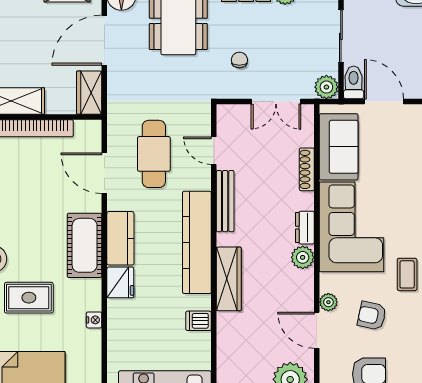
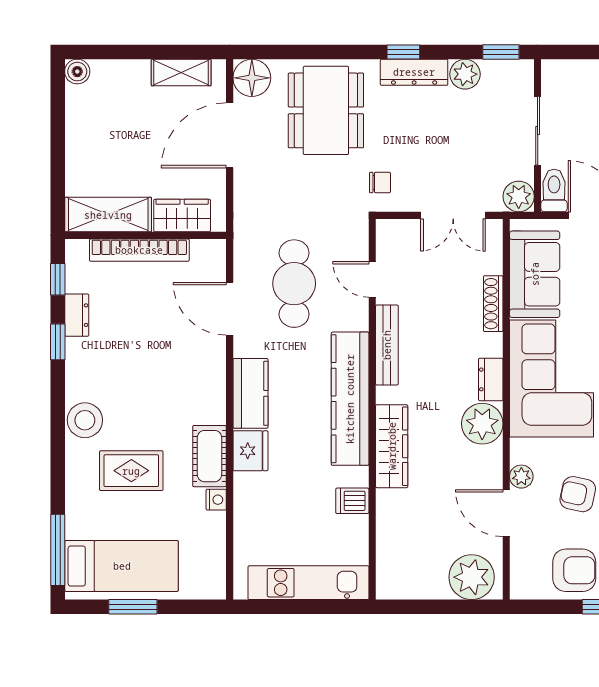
chair: (239, 60) -> (380, 182), moved, turned 90
wardrobe: (89, 93) -> (182, 216), moved, turned 90
cot: (85, 245) -> (210, 456), moved, width x0.73, depth x0.75
plant: (303, 257) -> (482, 424), width x1.36, depth x1.36

